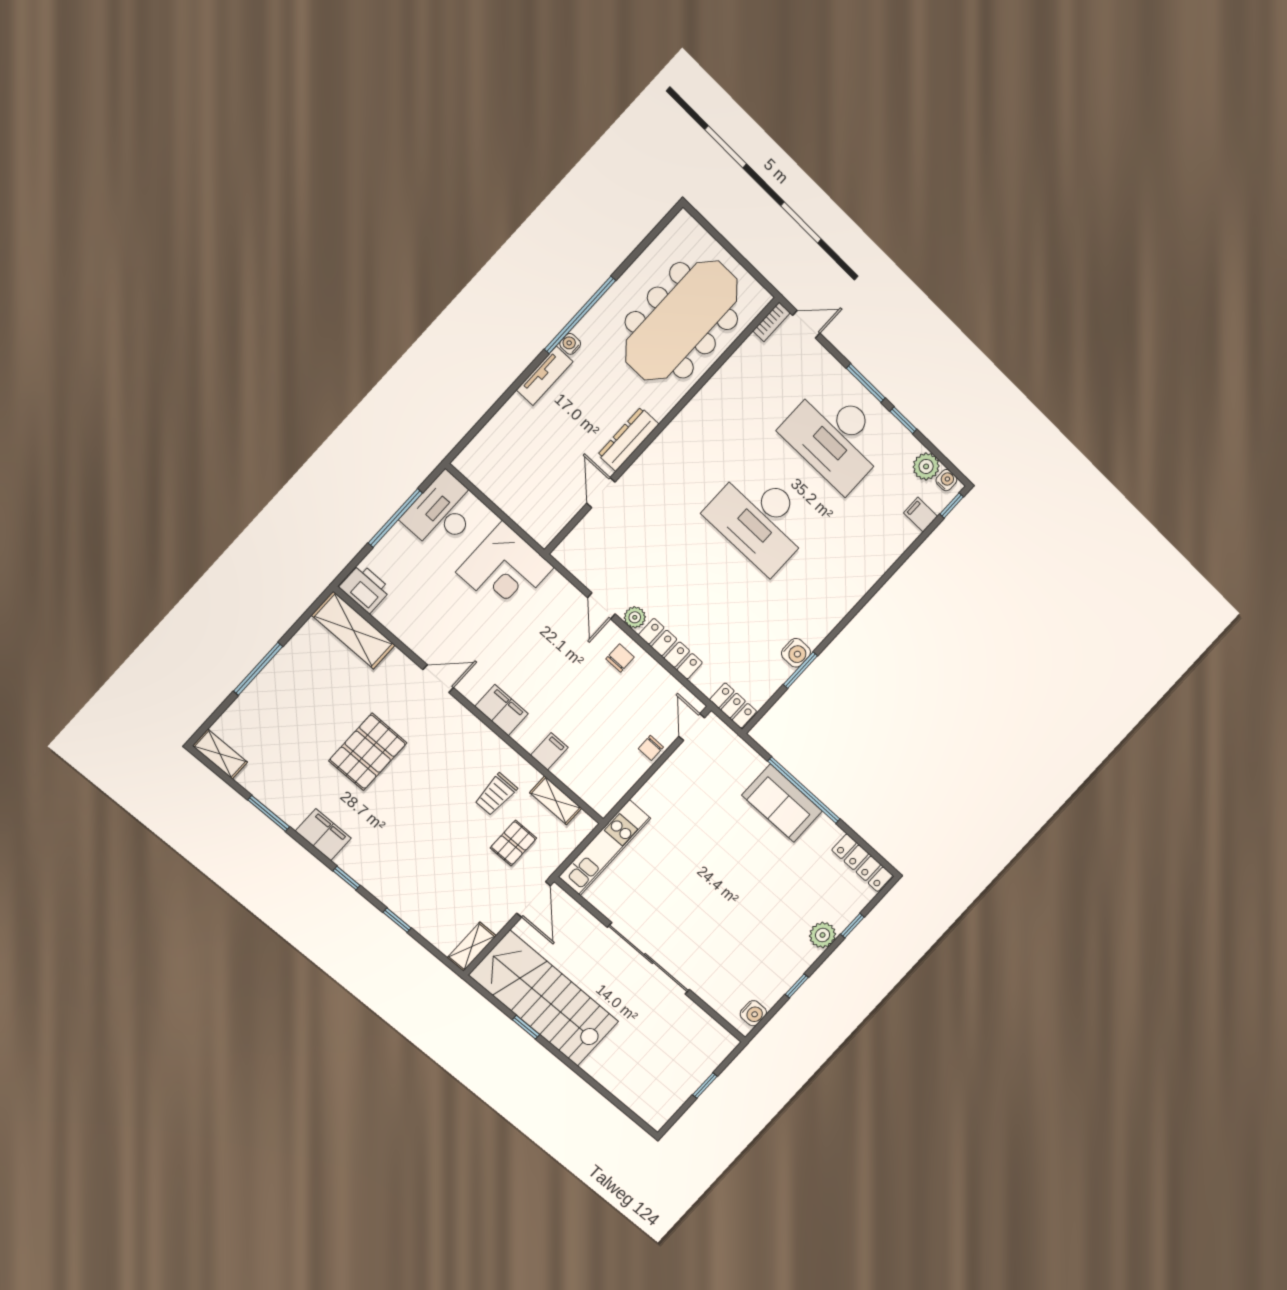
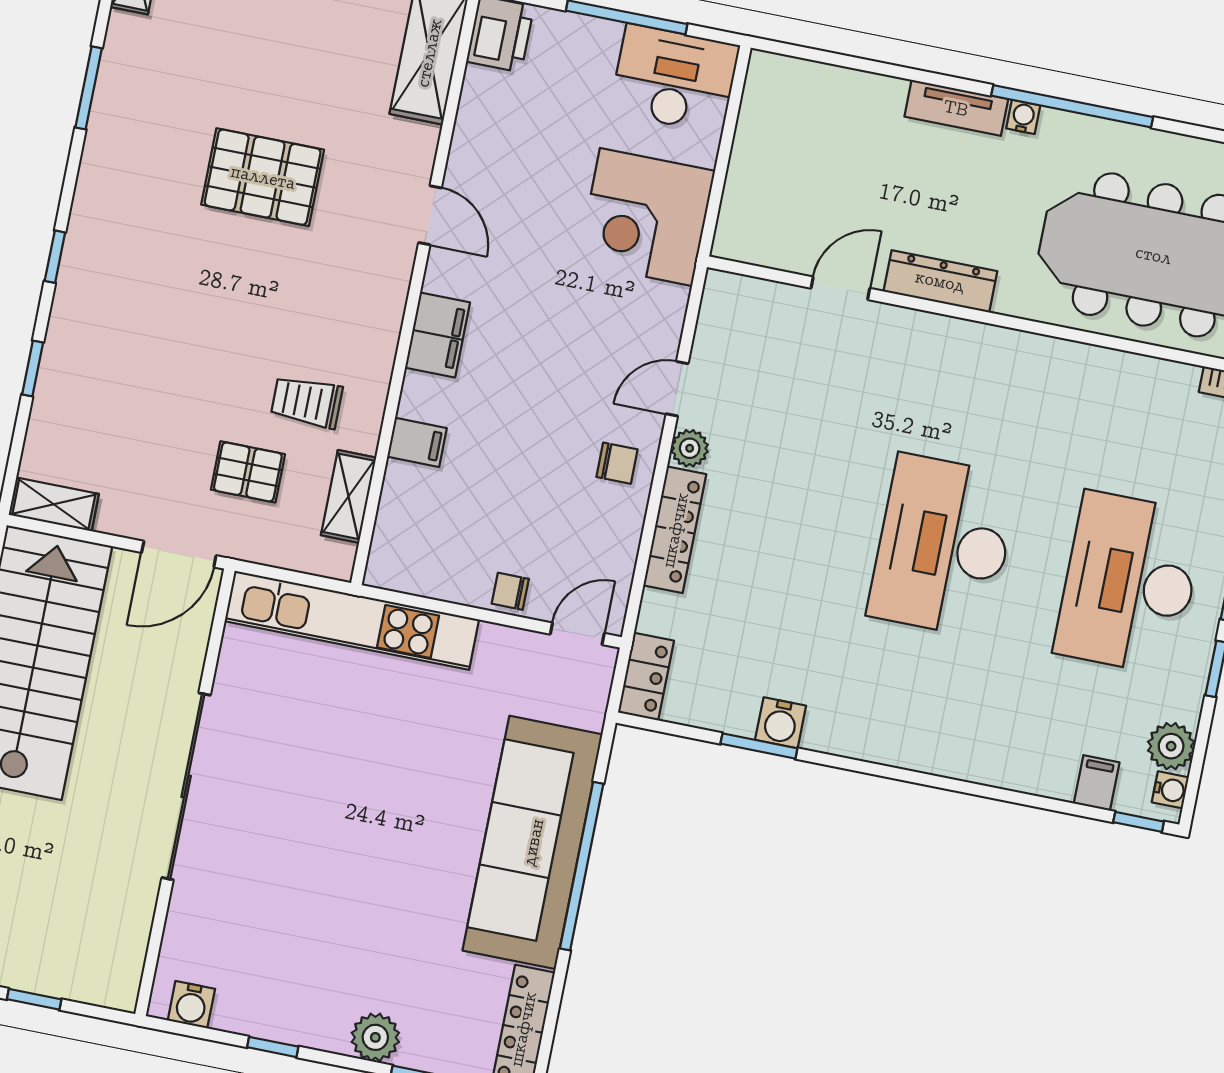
sofa: (782, 803) -> (533, 842), width x1.85, depth x1.27
filing cabinet: (323, 835) -> (101, 185), removed
kitchen unit: (605, 848) -> (352, 620), width x1.36

